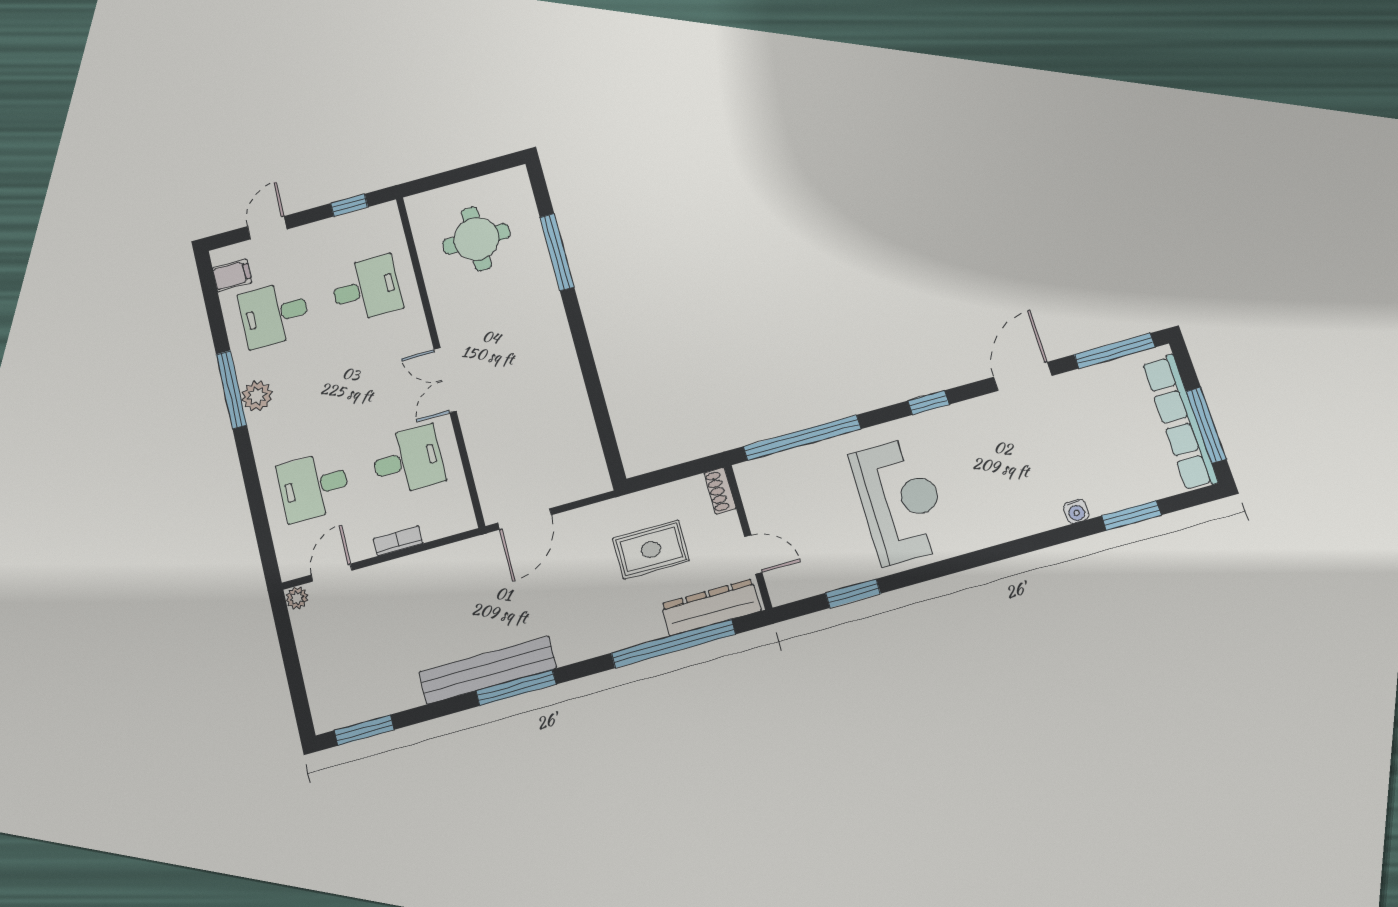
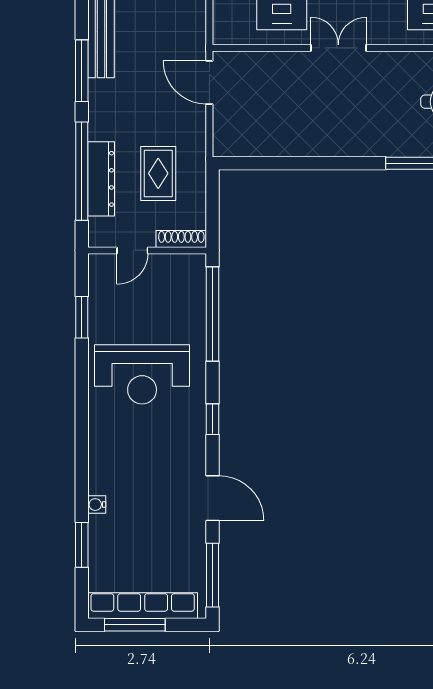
shoe rack: (720, 491) -> (181, 239), width x1.43
dresser: (711, 607) -> (101, 179), moved
window: (516, 688) -> (82, 71), moved

